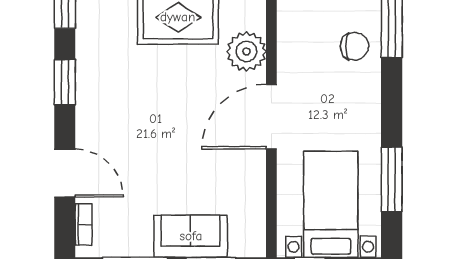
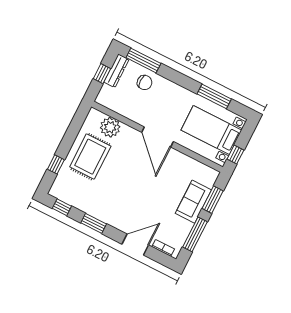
chair: (355, 46) -> (145, 82), turned 90
plant: (247, 51) -> (110, 127), moved

